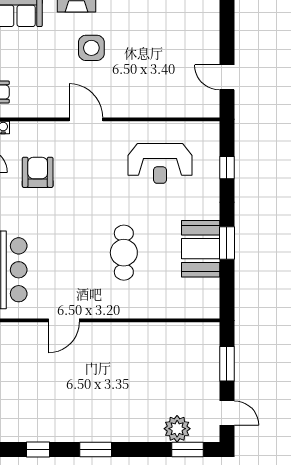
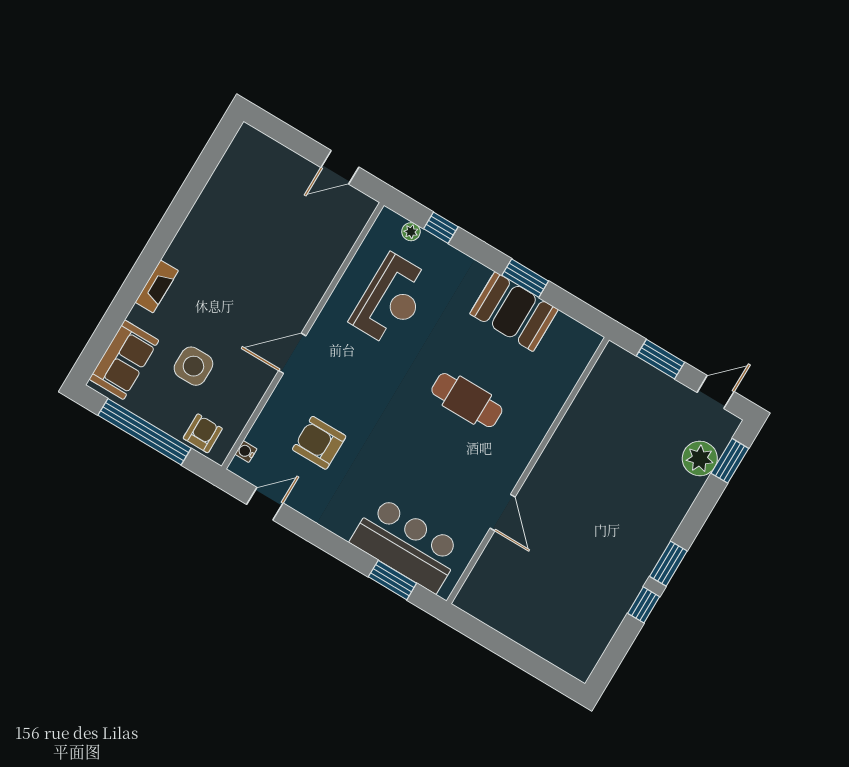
side table: (91, 48) -> (193, 366), moved
plant: (213, 150) -> (411, 232), added
window: (38, 449) -> (644, 605), moved

